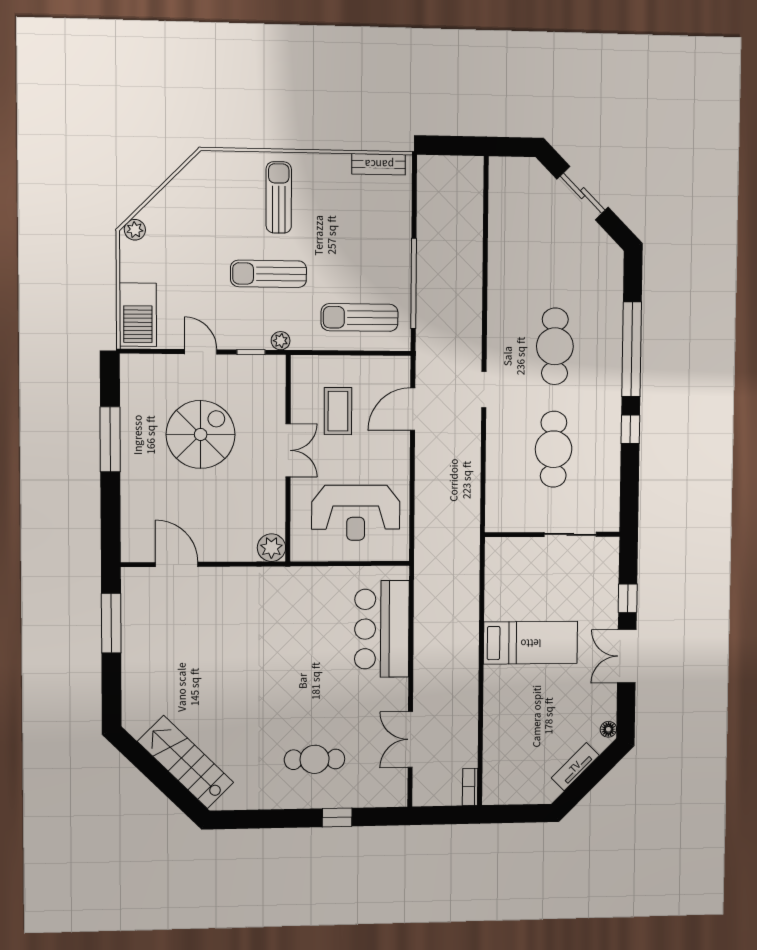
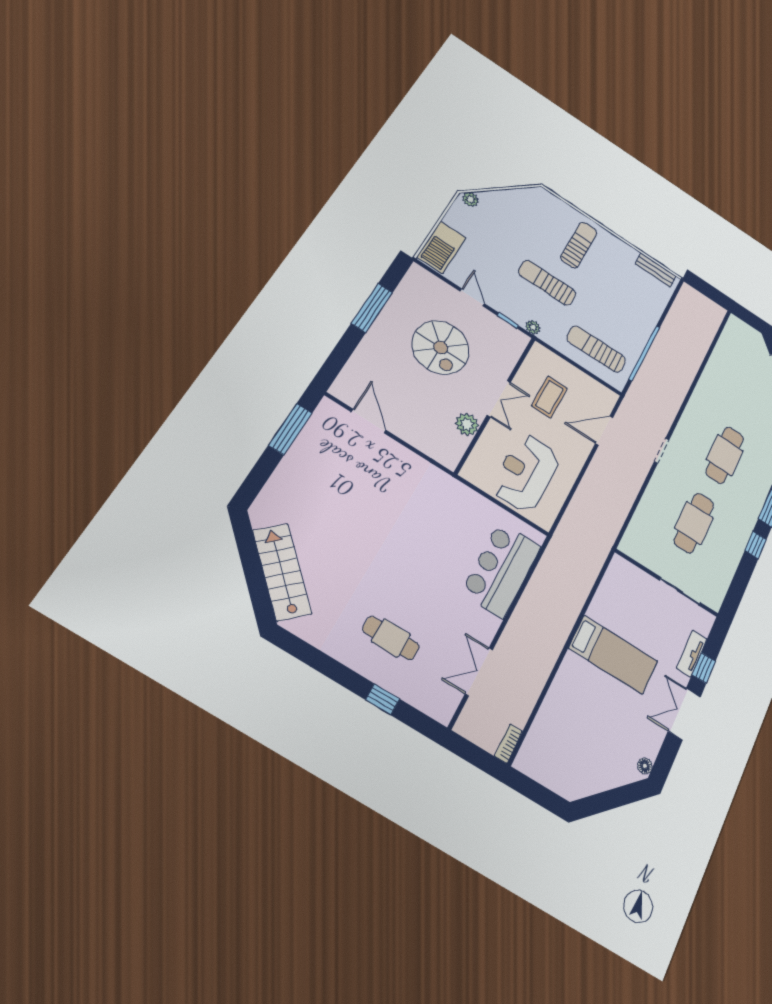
spiral stairs: (201, 434) -> (441, 348), turned 90
reception desk: (356, 513) -> (526, 473), turned 90
plant: (271, 548) -> (467, 424), moved
tv unit: (575, 767) -> (692, 653), moved, turned -45

